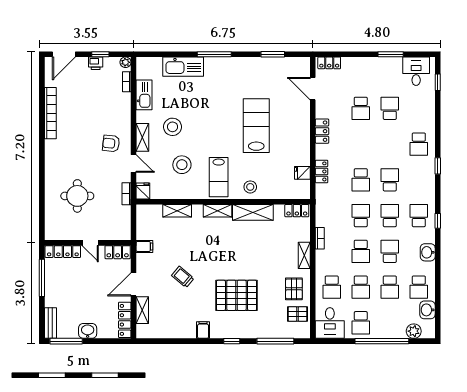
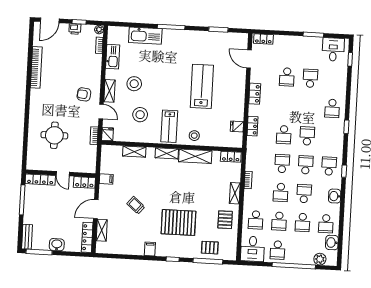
pallet: (298, 314) -> (210, 248), moved

